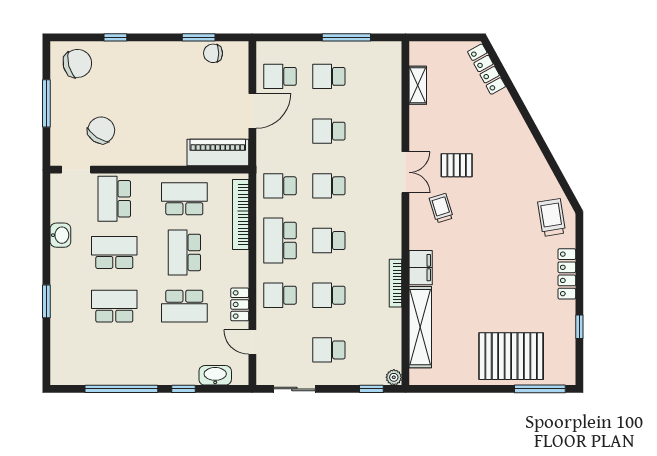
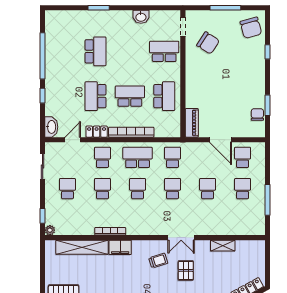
shelving: (418, 85) -> (223, 246), moved
piano: (218, 153) -> (192, 123), width x0.73, depth x0.75
bookcase: (241, 215) -> (131, 132), moved
school desk: (114, 252) -> (130, 51), removed
washbasin: (215, 375) -> (51, 127), moved

